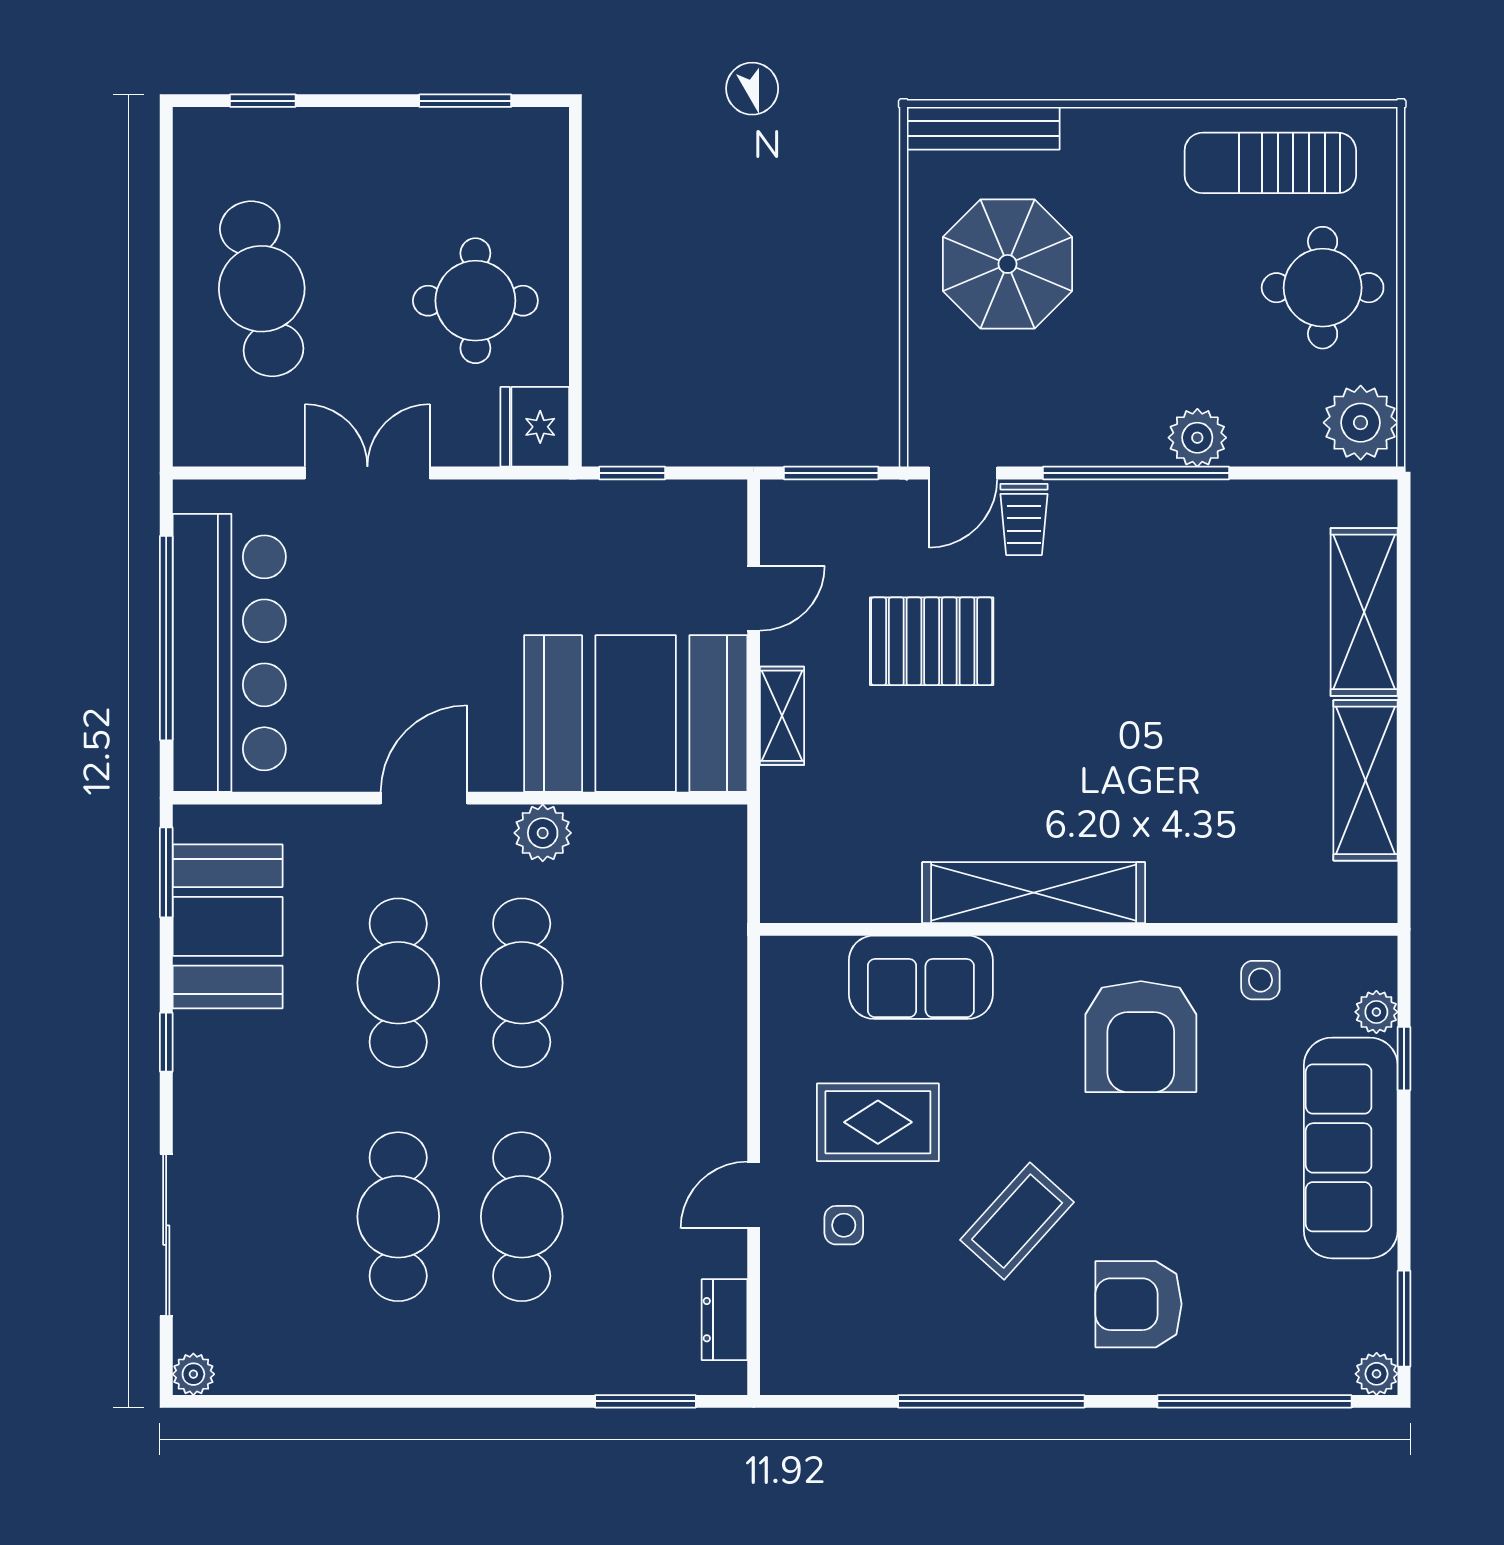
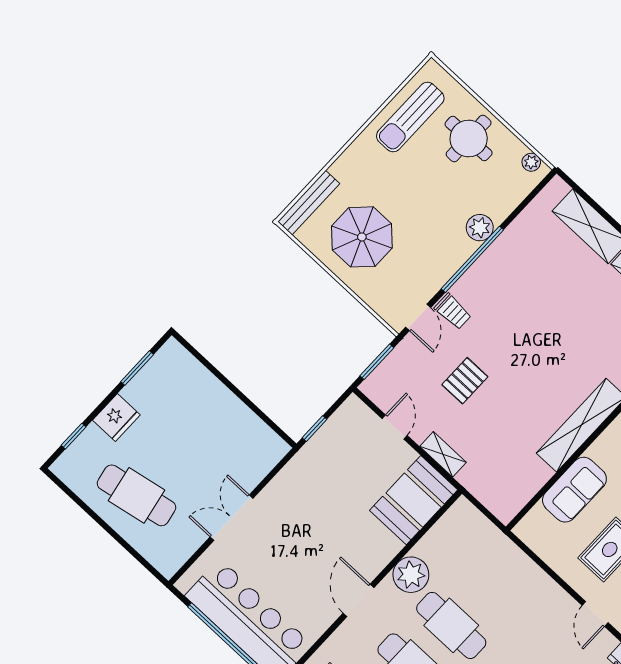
round table: (475, 301) -> (208, 427), removed
plant: (1361, 423) -> (531, 162), width x0.53, depth x0.53
fridge: (535, 427) -> (116, 418), moved, turned -90
pallet: (932, 641) -> (465, 381), width x0.67, depth x0.71
booth: (636, 714) -> (414, 500), width x0.73, depth x0.70
plant: (543, 833) -> (411, 575), width x1.36, depth x1.36

